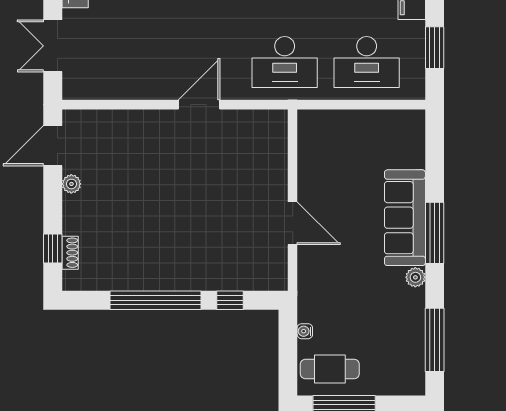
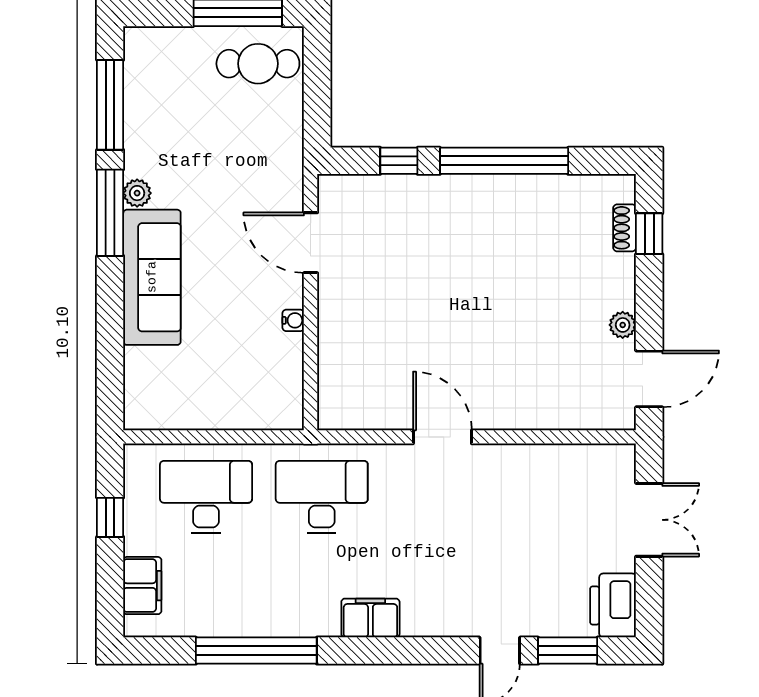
window: (435, 48) -> (110, 517), width x0.67
door: (199, 105) -> (442, 437), swing flipped
door: (293, 223) -> (311, 243), moved
window: (435, 233) -> (110, 213), moved
water cooler: (305, 331) -> (293, 320), moved

